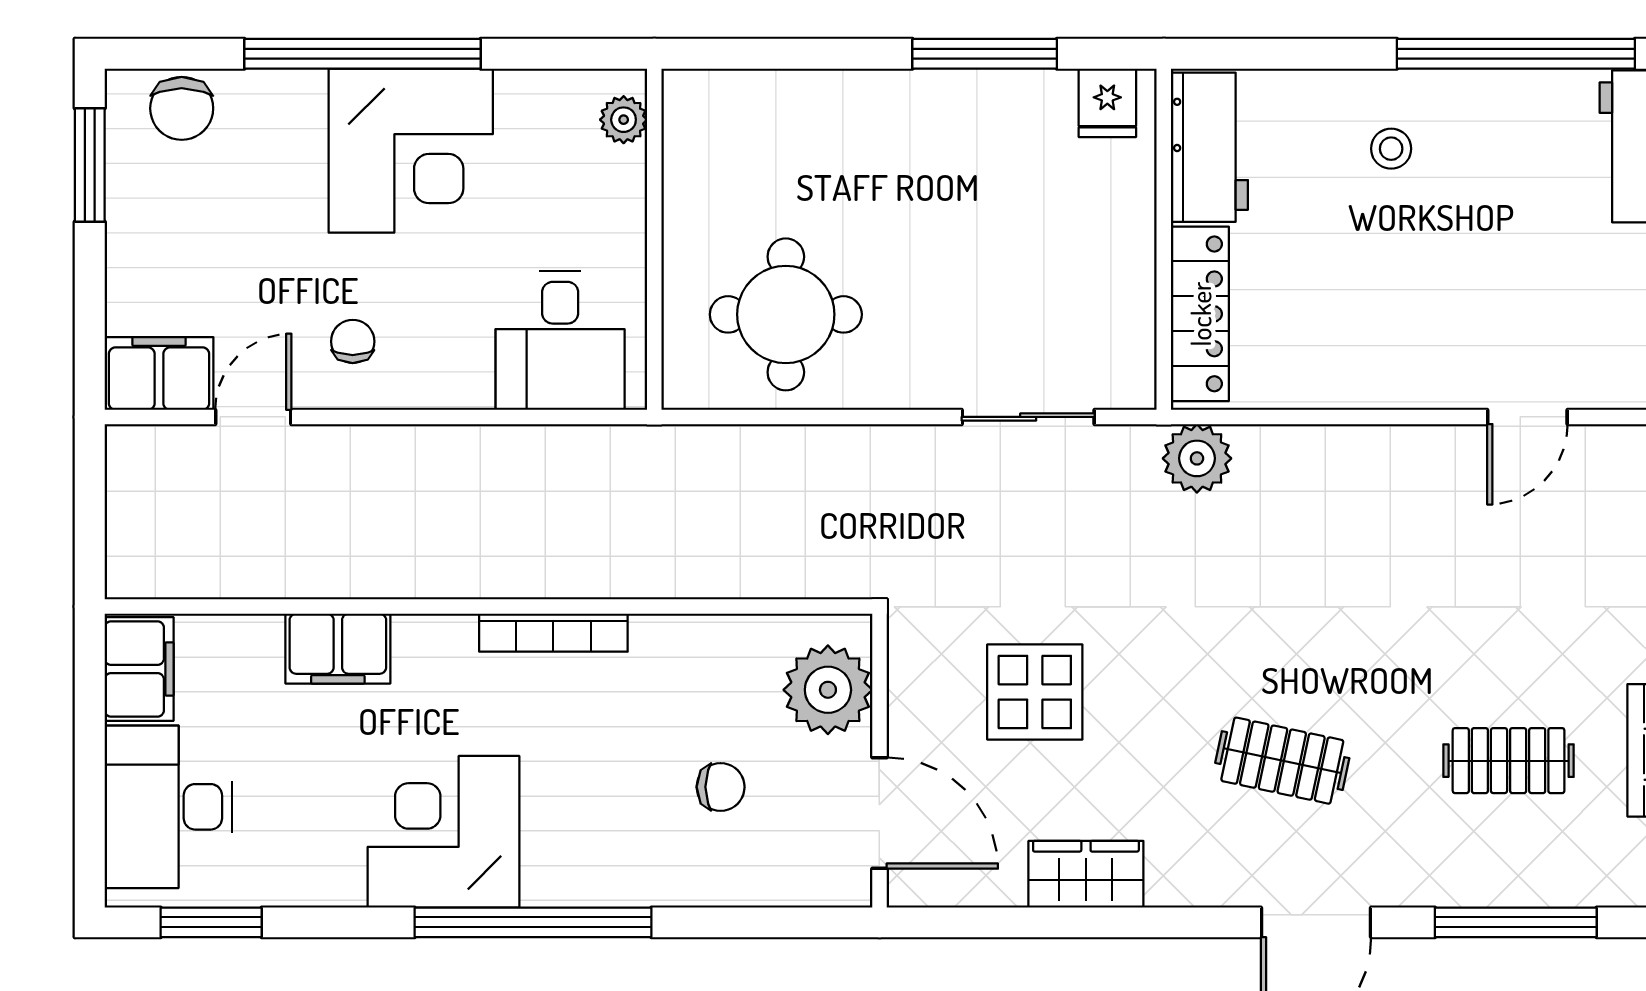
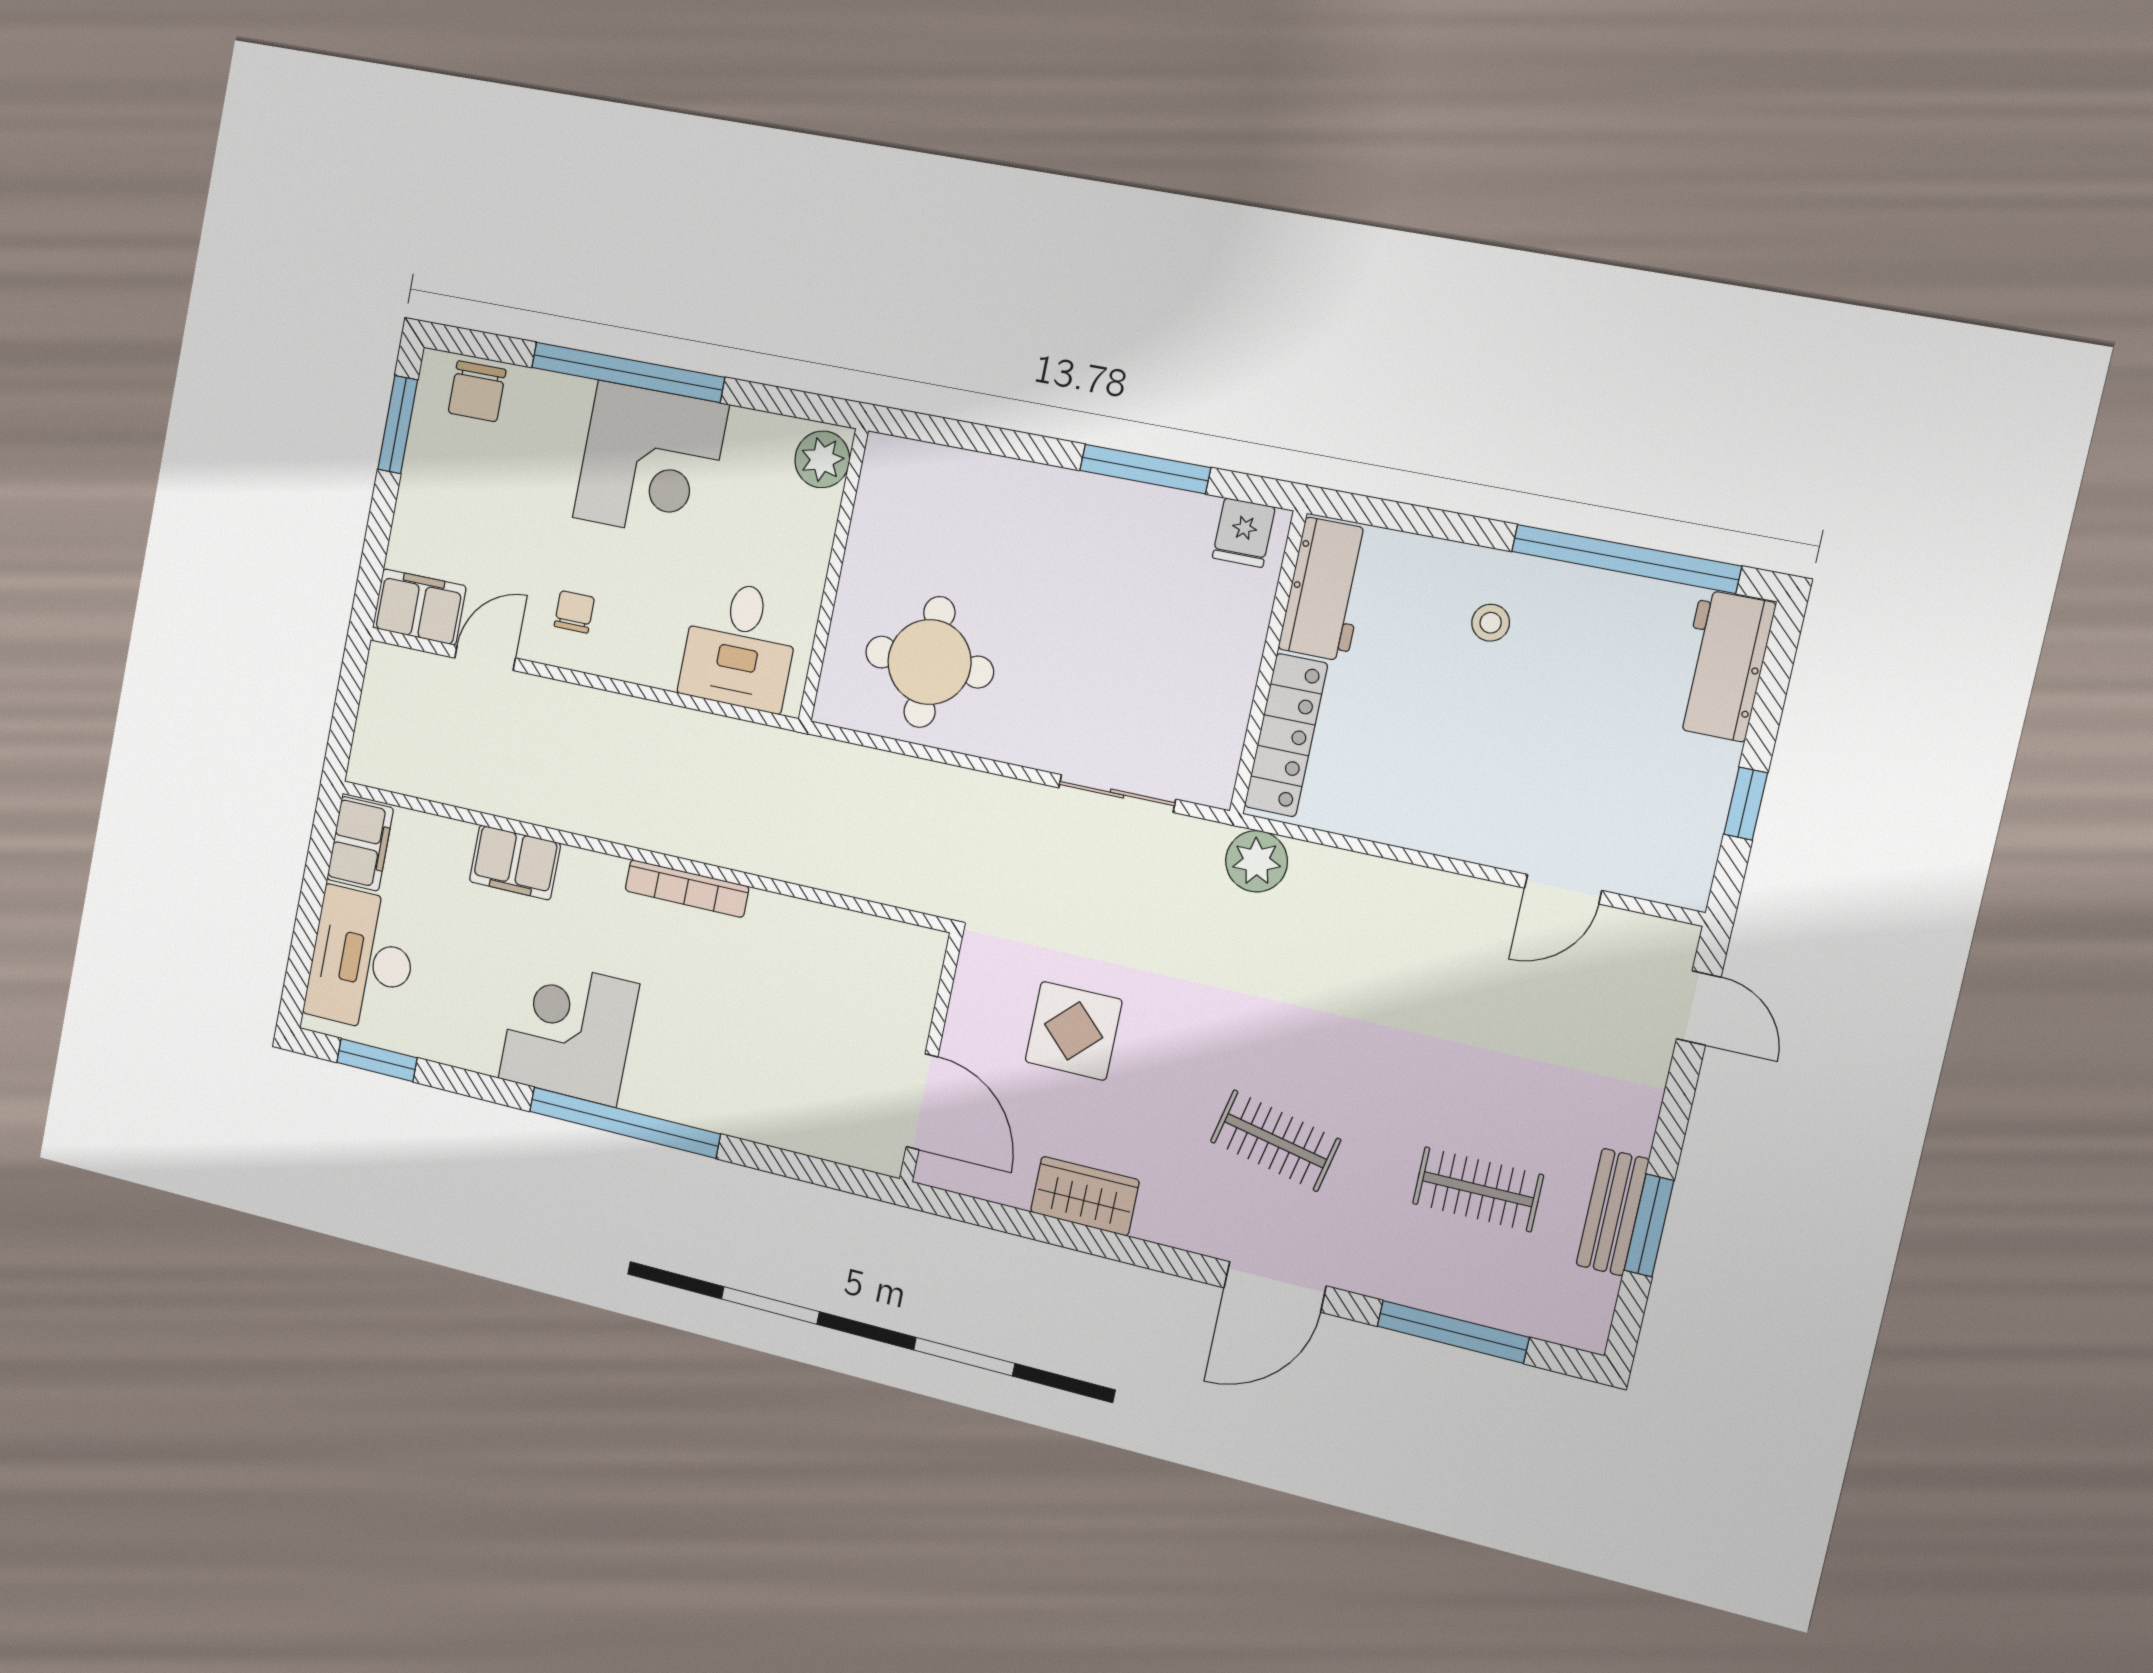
plant: (624, 120) -> (822, 459), width x1.38, depth x1.38
plant: (828, 690) -> (900, 988), removed
chair: (721, 787) -> (796, 1048), removed

